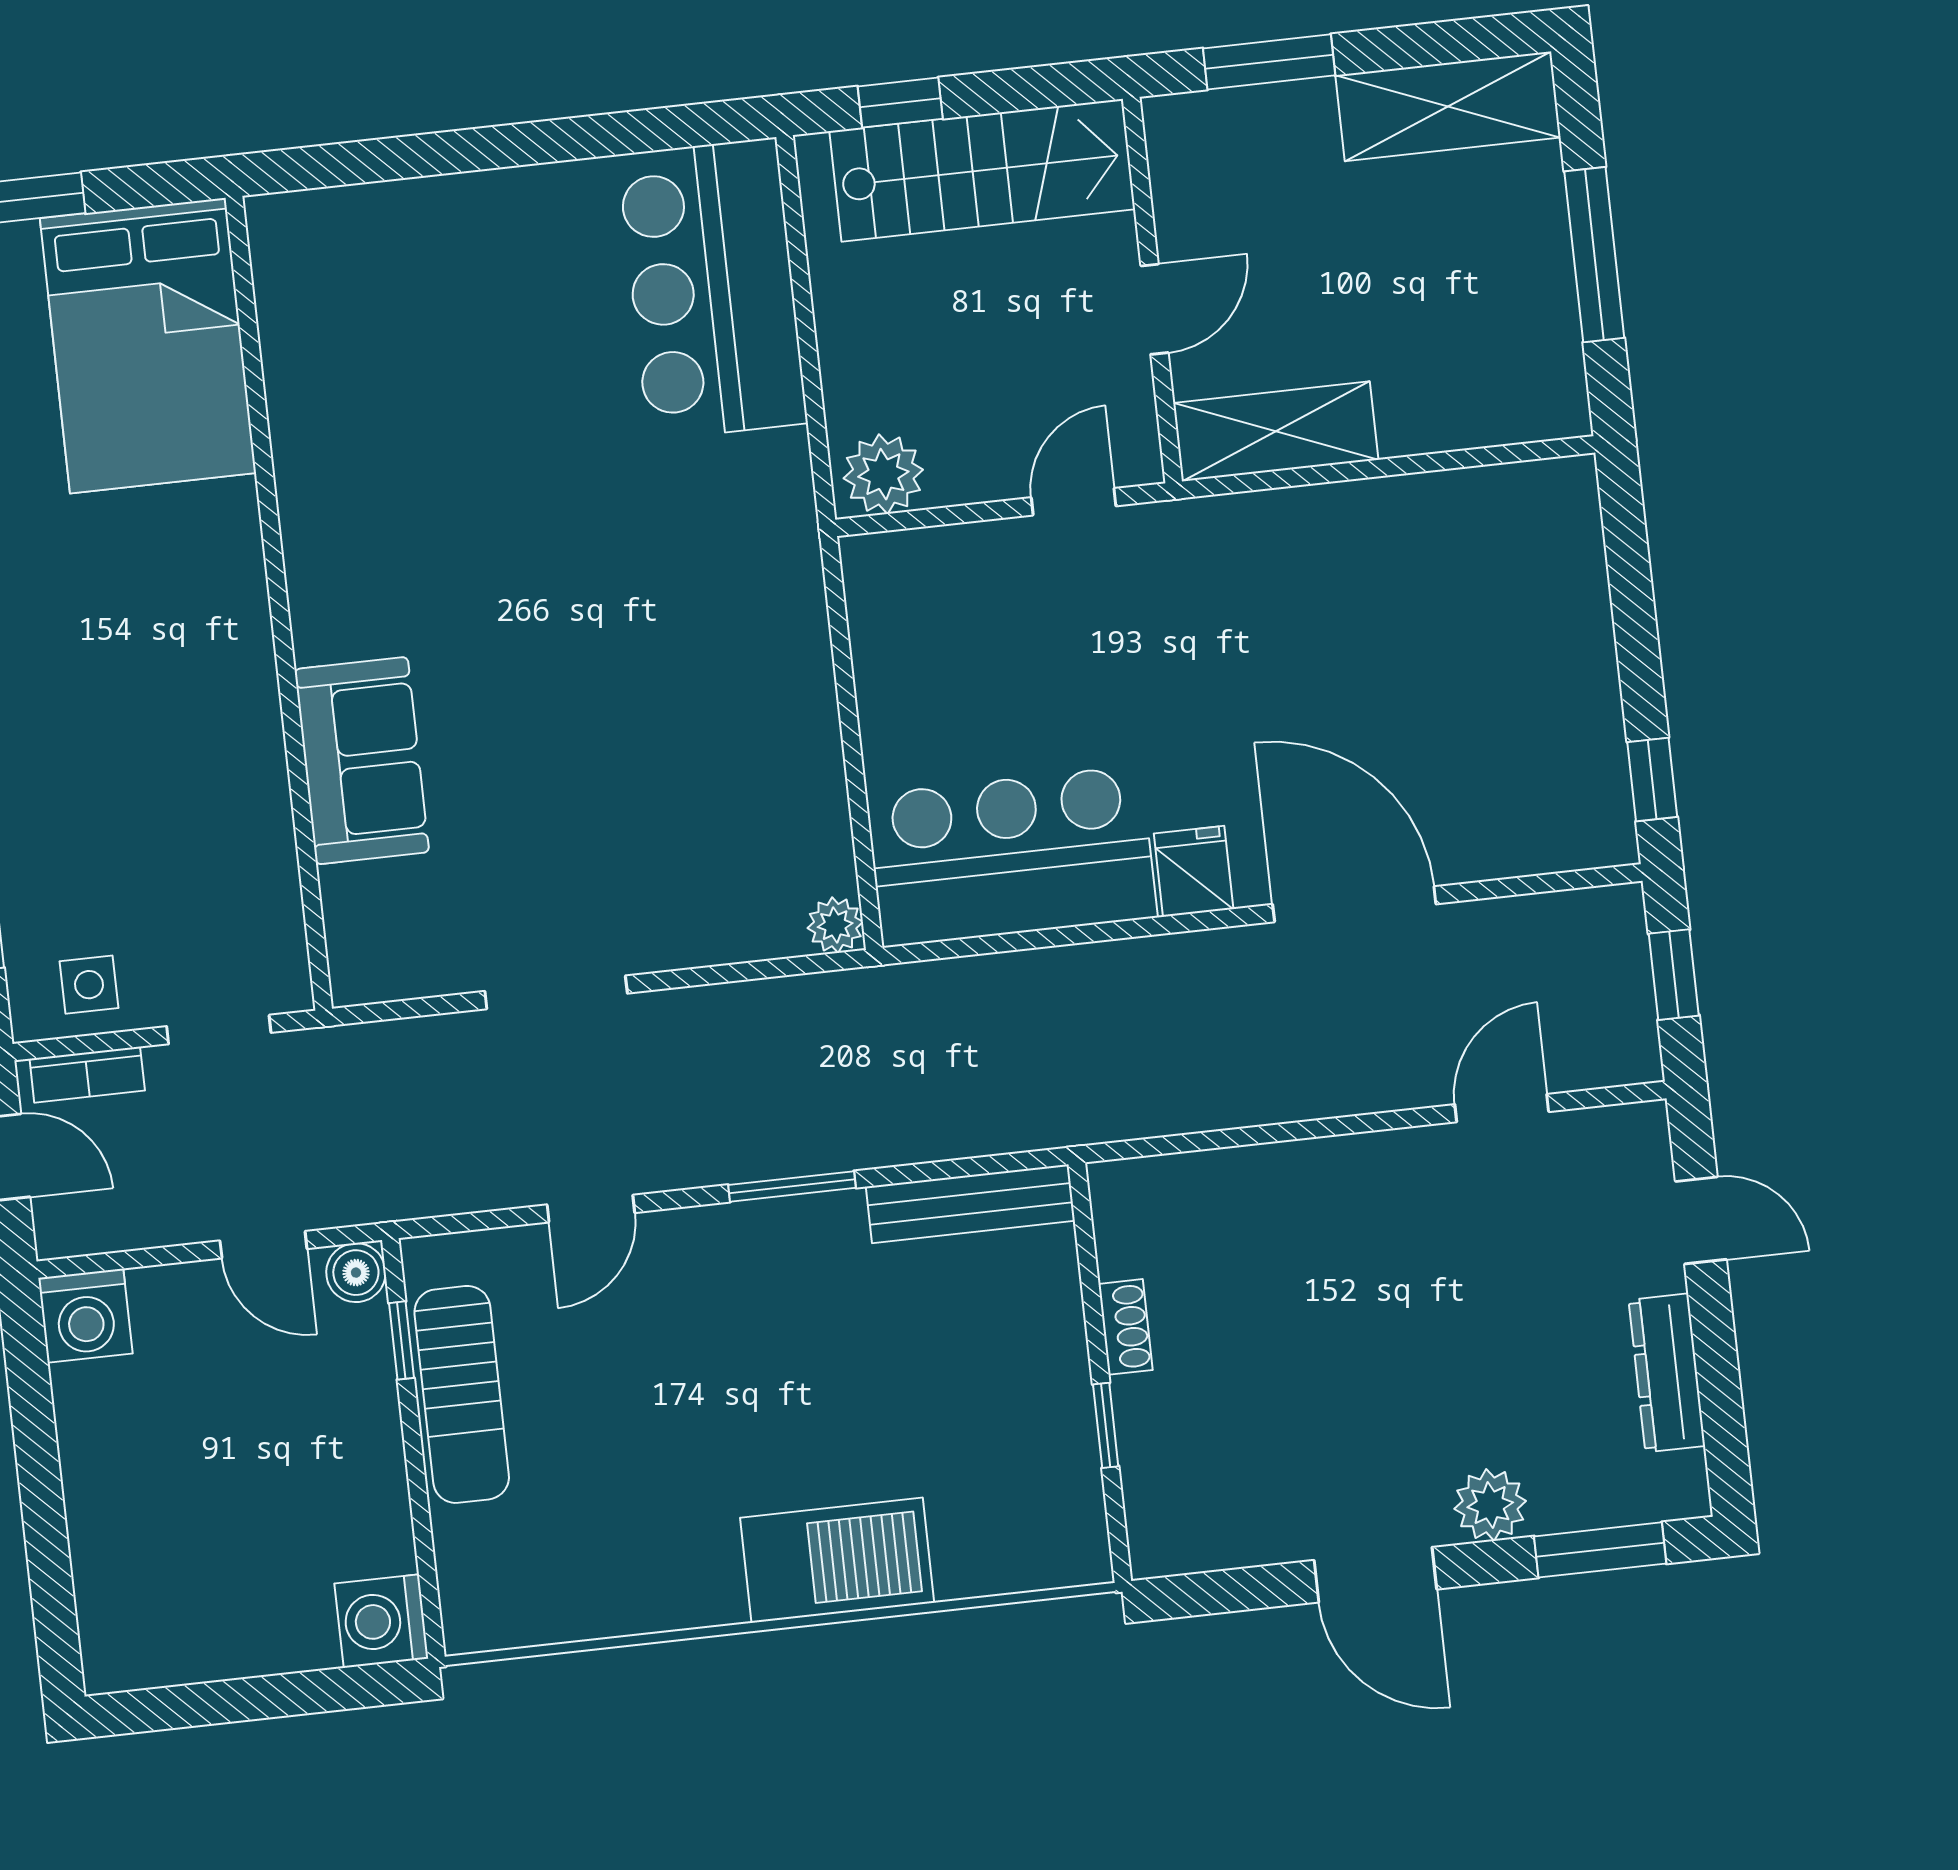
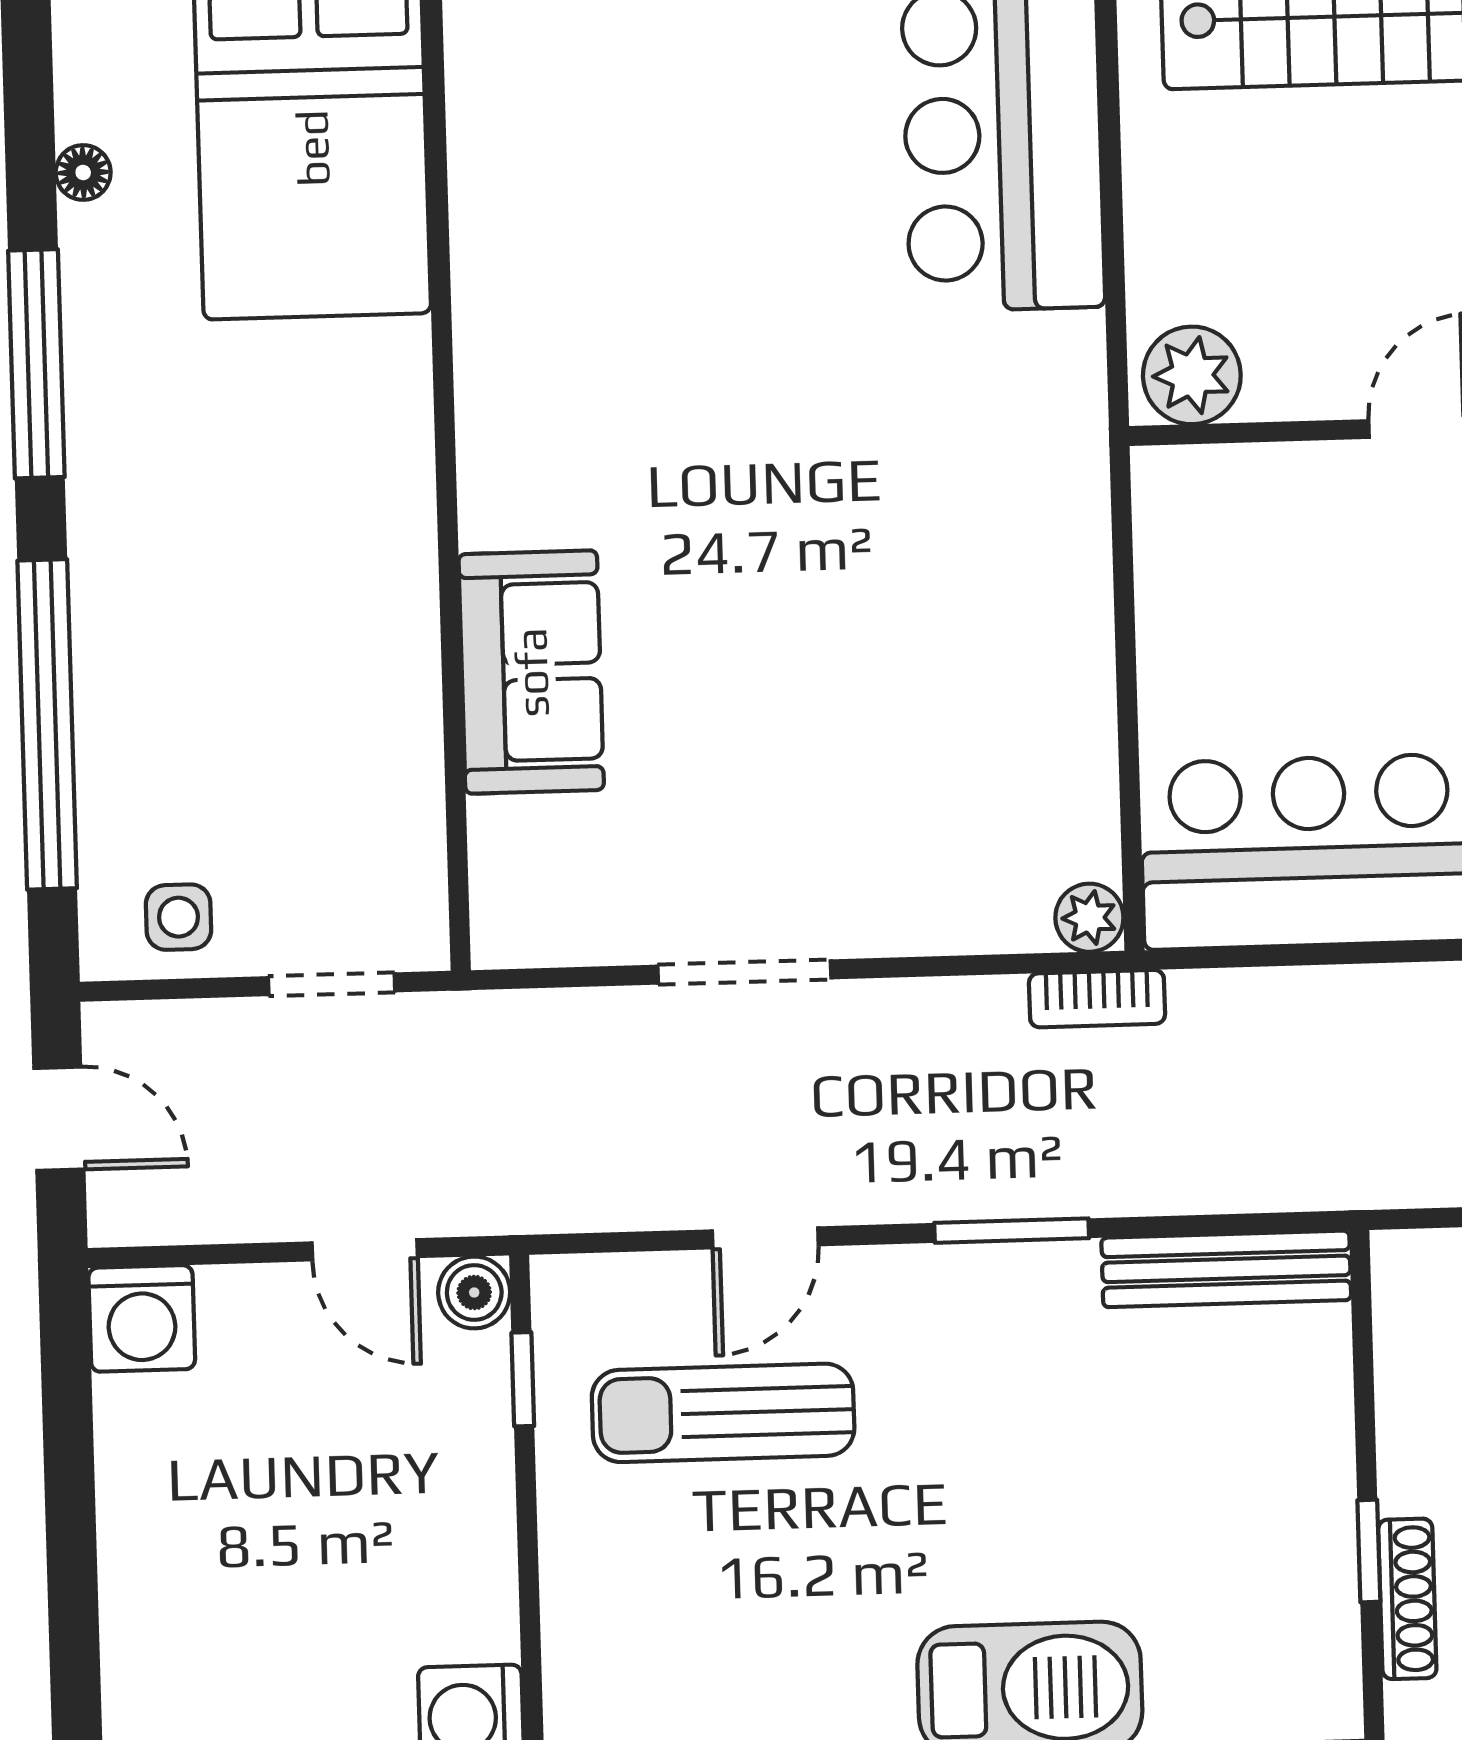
bookcase: (87, 1075) -> (1097, 999), moved
shoe rack: (1126, 1327) -> (1407, 1599), moved, width x1.43
sun lounger: (462, 1394) -> (723, 1413), moved, turned 90

